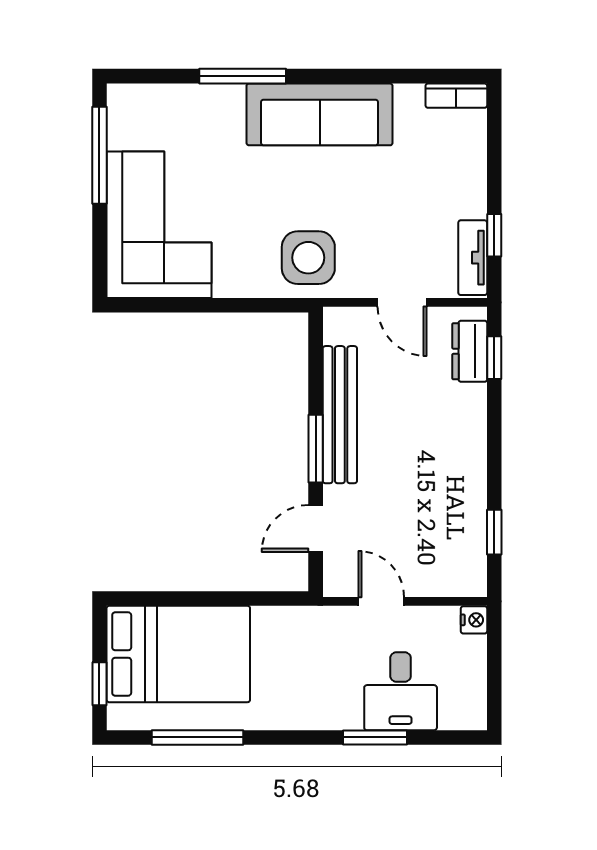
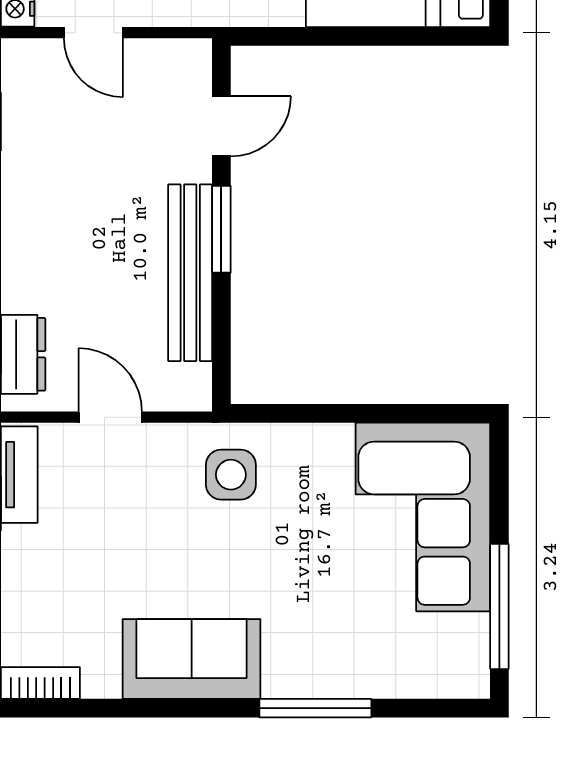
sofa: (320, 114) -> (192, 659), width x0.73
side table: (308, 258) -> (231, 475), width x0.73, depth x0.73
door: (381, 601) -> (93, 33), moved

